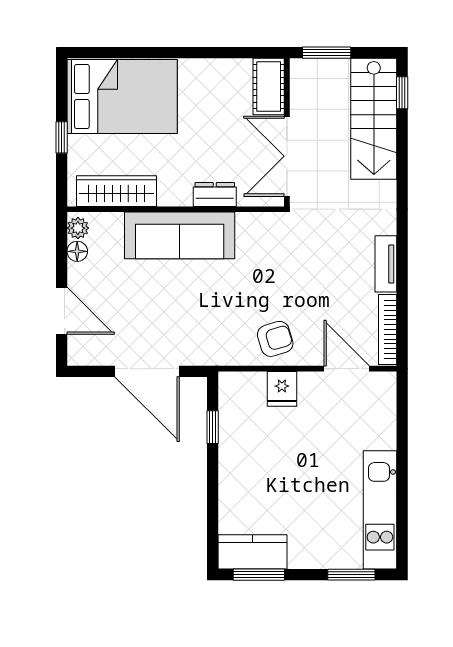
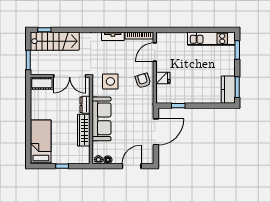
bed: (122, 97) -> (41, 142), width x0.67
wardrobe: (117, 191) -> (84, 130), moved
side table: (273, 258) -> (110, 81), added

